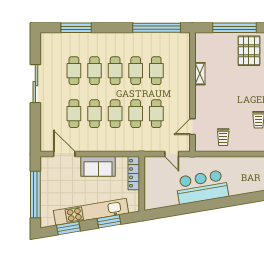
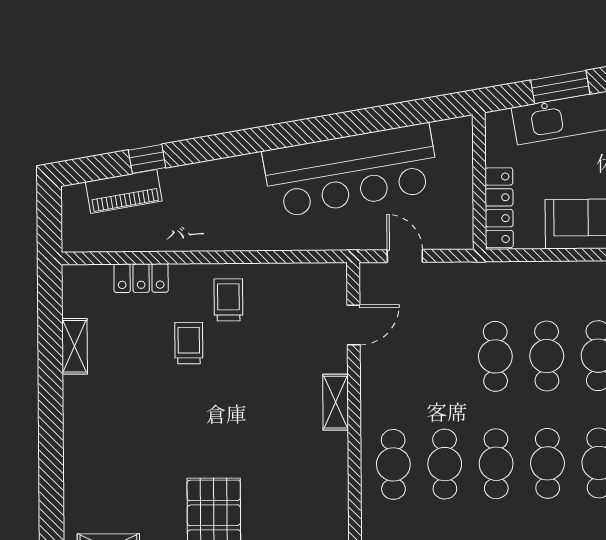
shelving: (200, 74) -> (336, 402), moved
cafe table: (156, 114) -> (393, 464), moved
trolley: (223, 137) -> (228, 300), moved
bar counter: (202, 187) -> (351, 171), width x1.36

